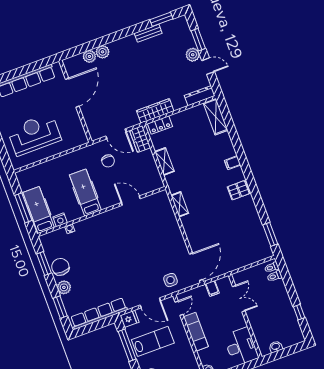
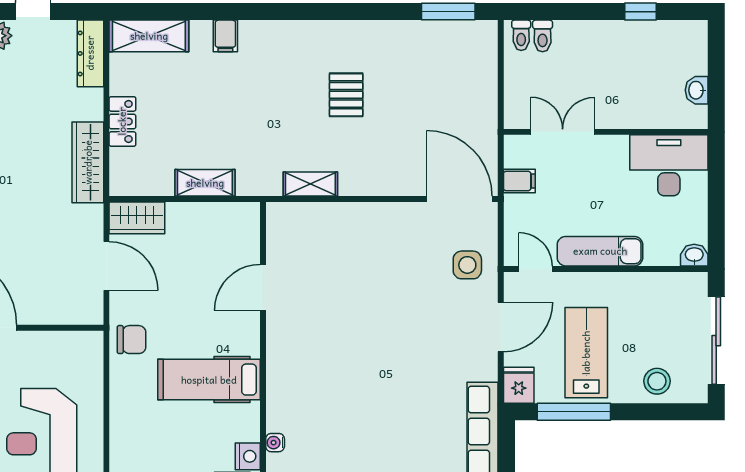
locker: (160, 125) -> (122, 121), moved
door: (116, 134) -> (106, 266), hinge flipped
chair: (108, 161) -> (131, 340), moved
filing cabinet: (233, 163) -> (225, 36), moved
pallet: (239, 190) -> (346, 95), moved

